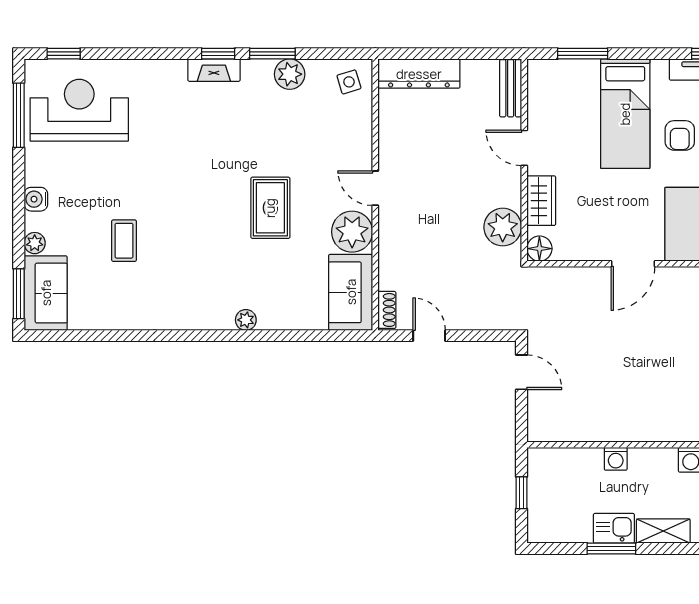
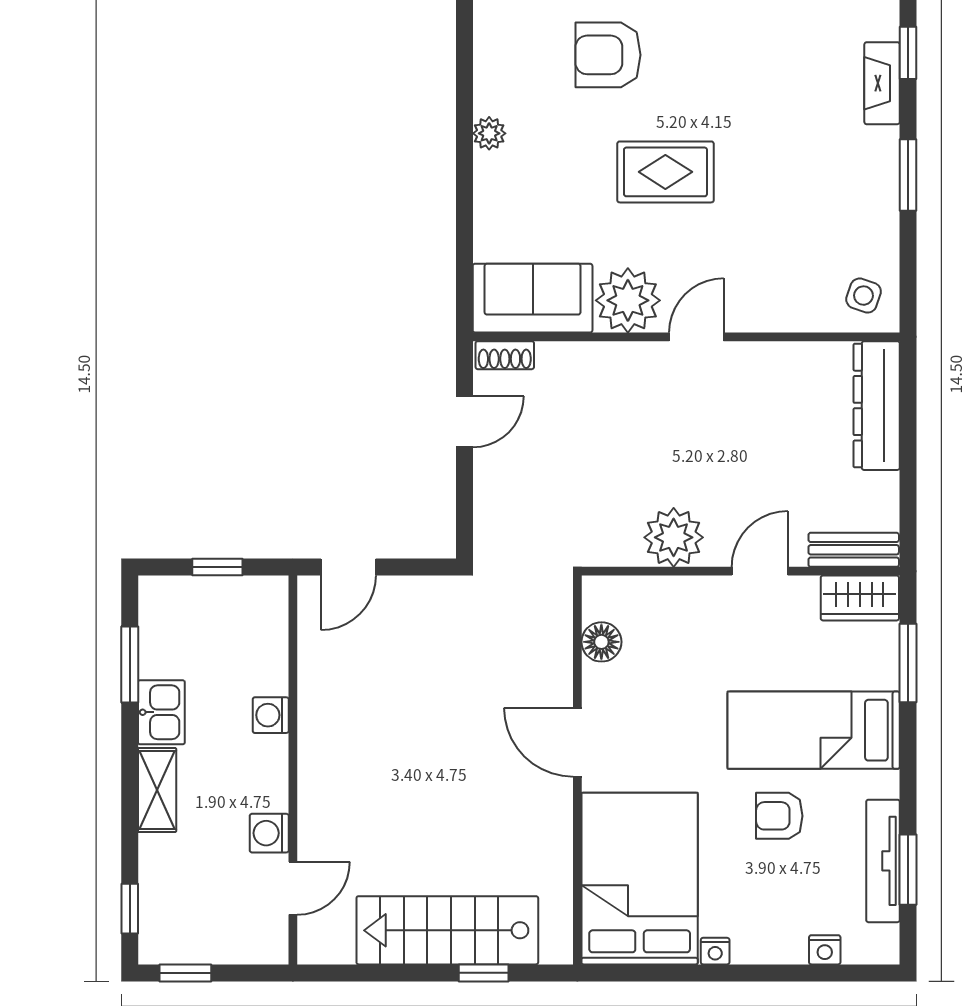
window: (218, 54) -> (908, 53), moved
plant: (290, 74) -> (876, 202), removed
side table: (349, 82) -> (864, 296), turned 36
wardrobe: (541, 201) -> (860, 598), moved
plant: (503, 227) -> (674, 537), moved
armchair: (196, 244) -> (608, 55), added
floor lamp: (539, 249) -> (601, 642), moved
door: (522, 372) -> (348, 567), moved
window: (611, 548) -> (130, 664), moved

